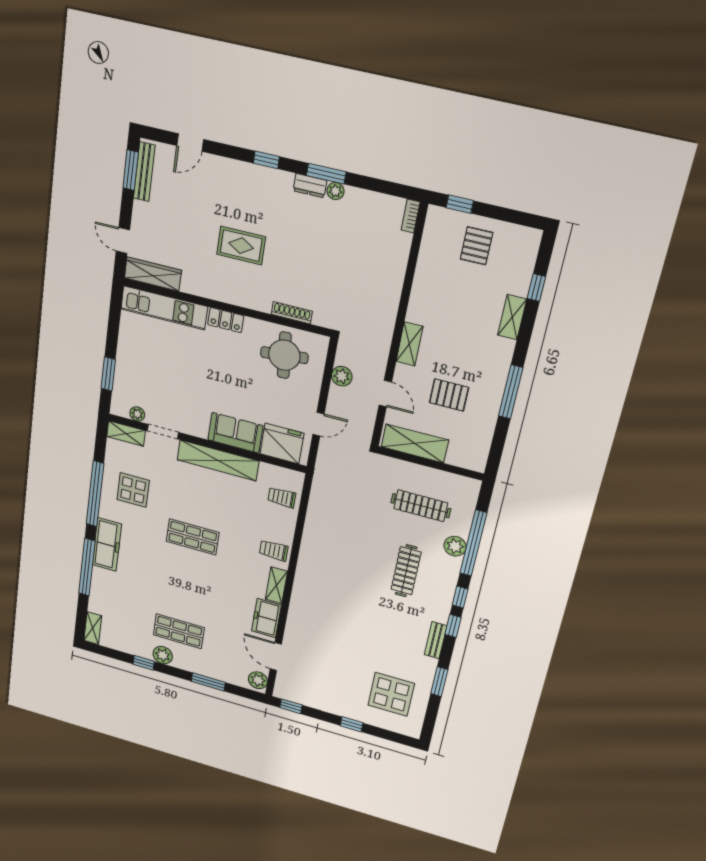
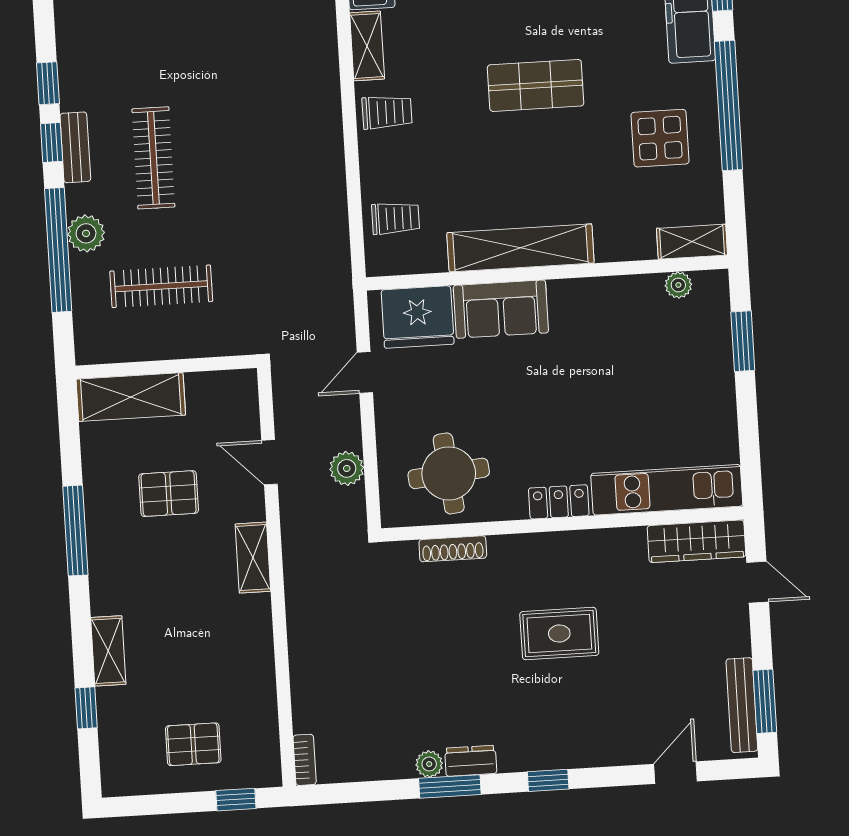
pallet: (476, 246) -> (193, 744), turned 90
doorway: (163, 432) -> (627, 268), removed
shelving: (415, 443) -> (131, 397), moved
bench: (436, 640) -> (75, 147), moved

